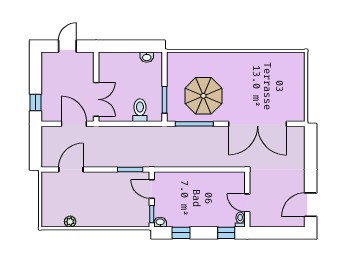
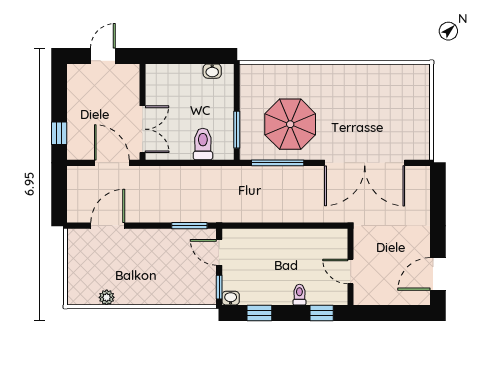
toilet: (240, 220) -> (299, 295), moved

